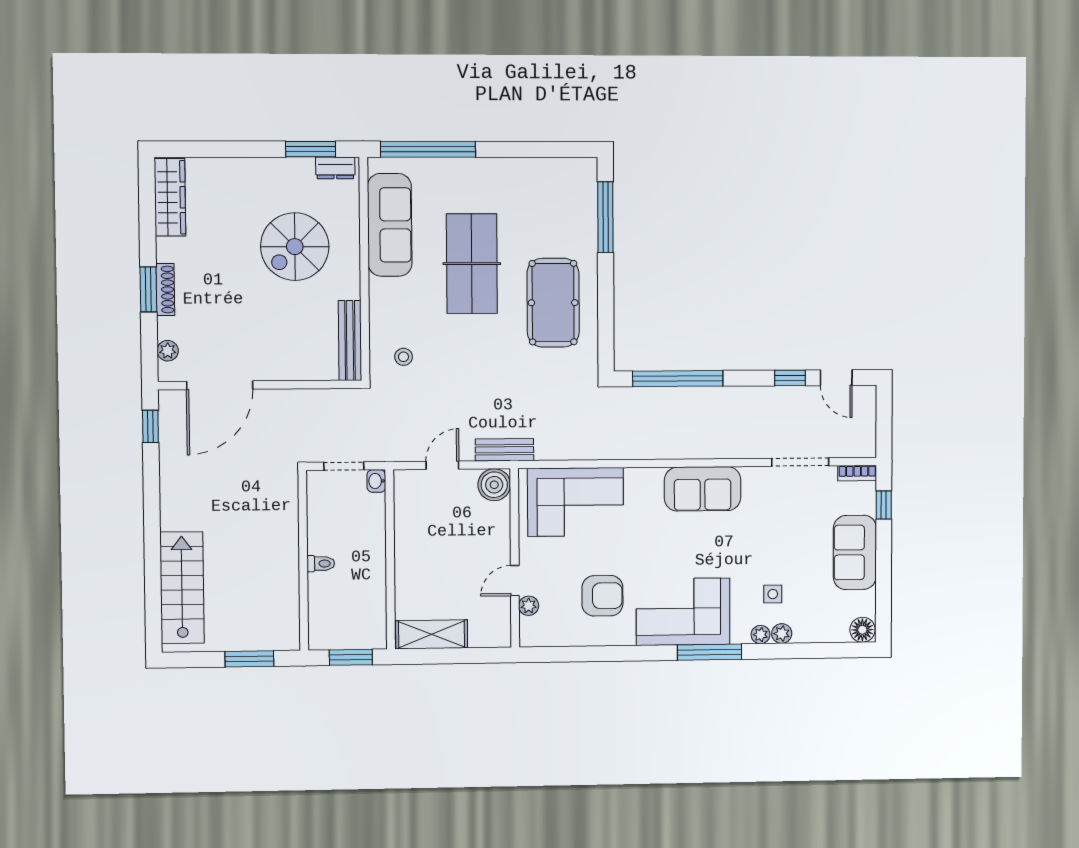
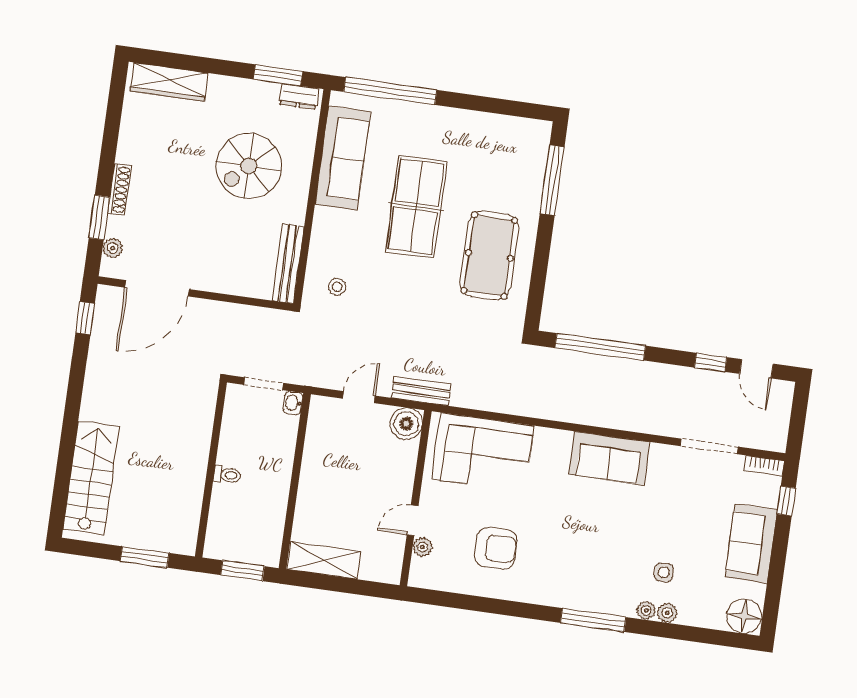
wardrobe: (170, 197) -> (169, 82), moved, turned 90
window: (148, 289) -> (99, 217), moved
corner sofa: (683, 612) -> (573, 576), removed
floor lamp: (862, 630) -> (744, 616), width x1.38, depth x1.38

